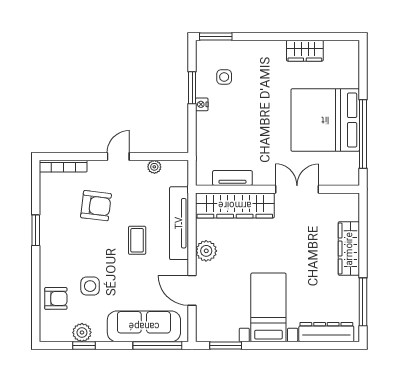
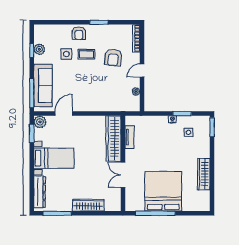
wardrobe: (305, 51) -> (204, 174), width x1.50
door: (118, 156) -> (142, 71), swing flipped
double door: (297, 189) -> (123, 175), swing flipped
tv unit: (179, 223) -> (103, 106), removed
coffee table: (137, 240) -> (87, 54), moved
plant: (206, 251) -> (40, 122), moved
armchair: (56, 298) -> (79, 33), moved

